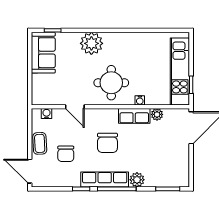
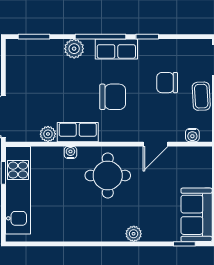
plant: (91, 43) -> (134, 234), width x0.53, depth x0.53
door: (75, 107) -> (155, 144), swing flipped
chair: (107, 143) -> (113, 97), turned 90
chair: (66, 154) -> (167, 83), turned -90
row of seats: (105, 179) -> (116, 49), width x0.68

